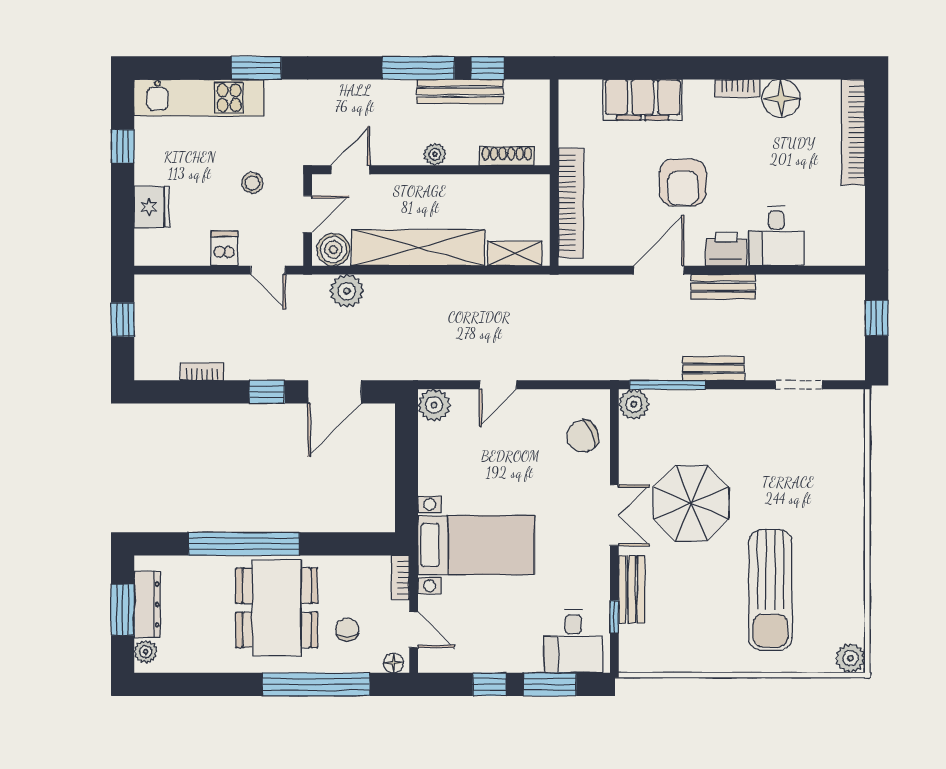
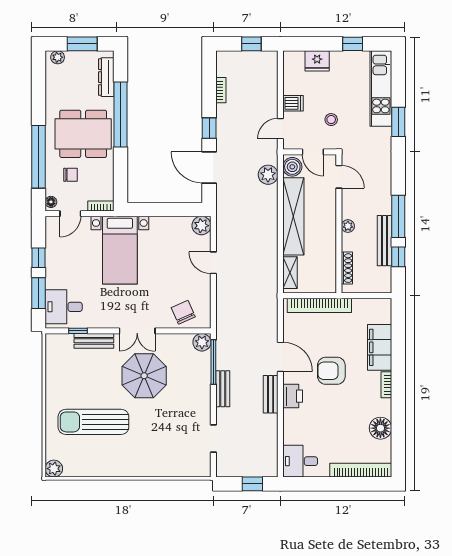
bookcase: (737, 88) -> (386, 385), moved
desk: (776, 236) -> (300, 461), moved
dresser: (147, 604) -> (106, 77), moved, turned 90

